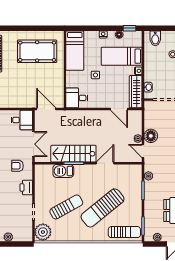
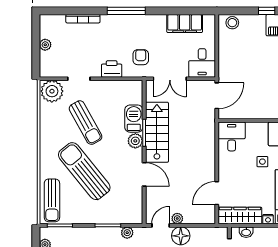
plant: (80, 170) -> (135, 141), added

